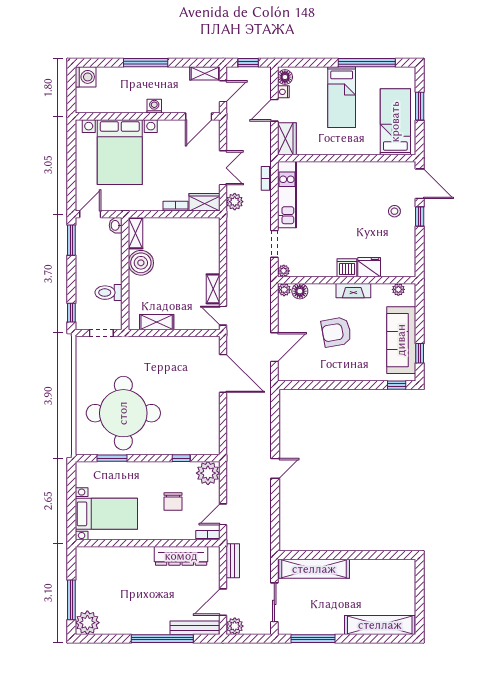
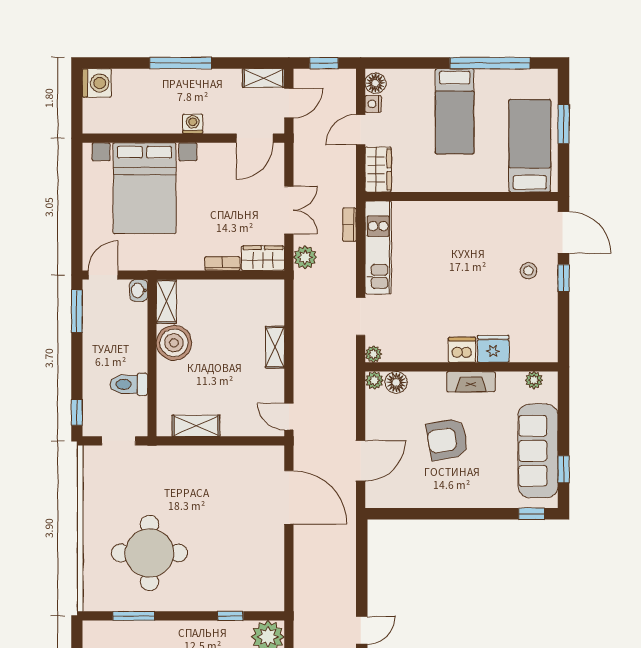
shelving: (213, 289) -> (275, 347), moved
round table: (123, 413) -> (149, 553), width x0.73, depth x0.73

